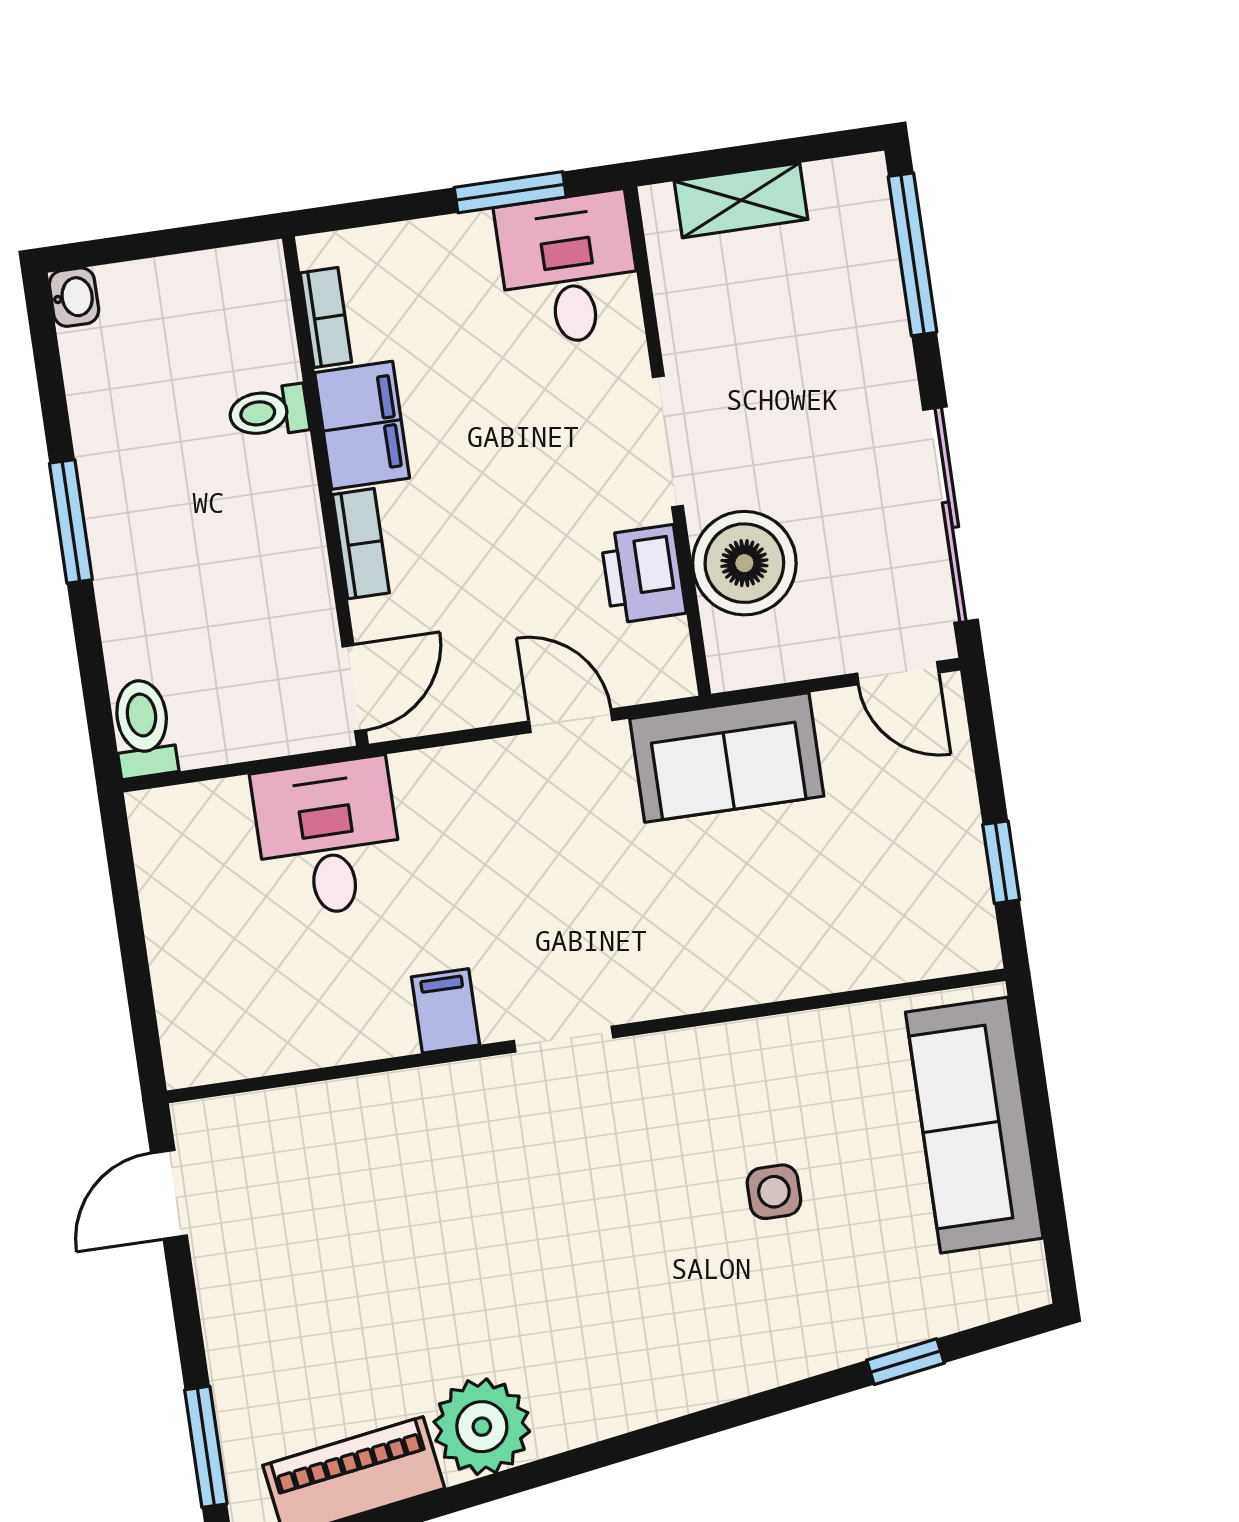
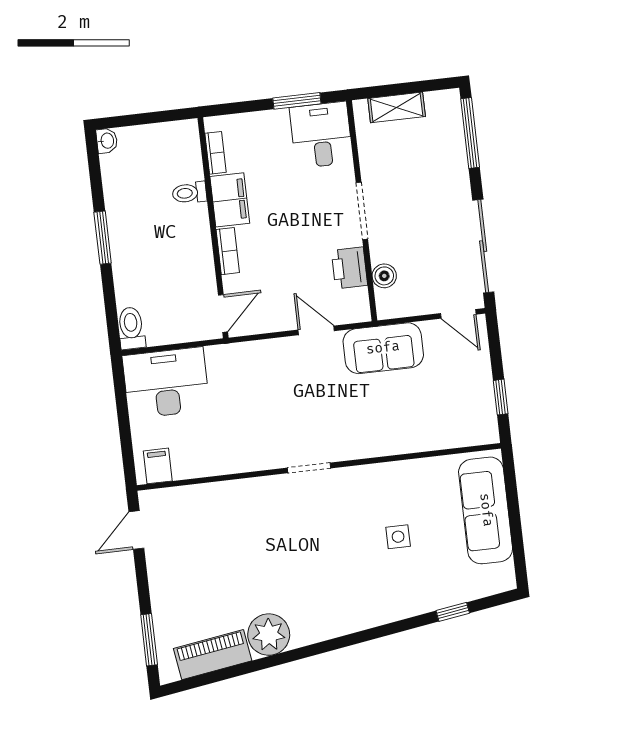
boiler: (744, 563) -> (384, 276), width x0.54, depth x0.54
desk: (328, 838) -> (166, 383), moved, width x1.37
filing cabinet: (446, 1011) -> (158, 466), moved

